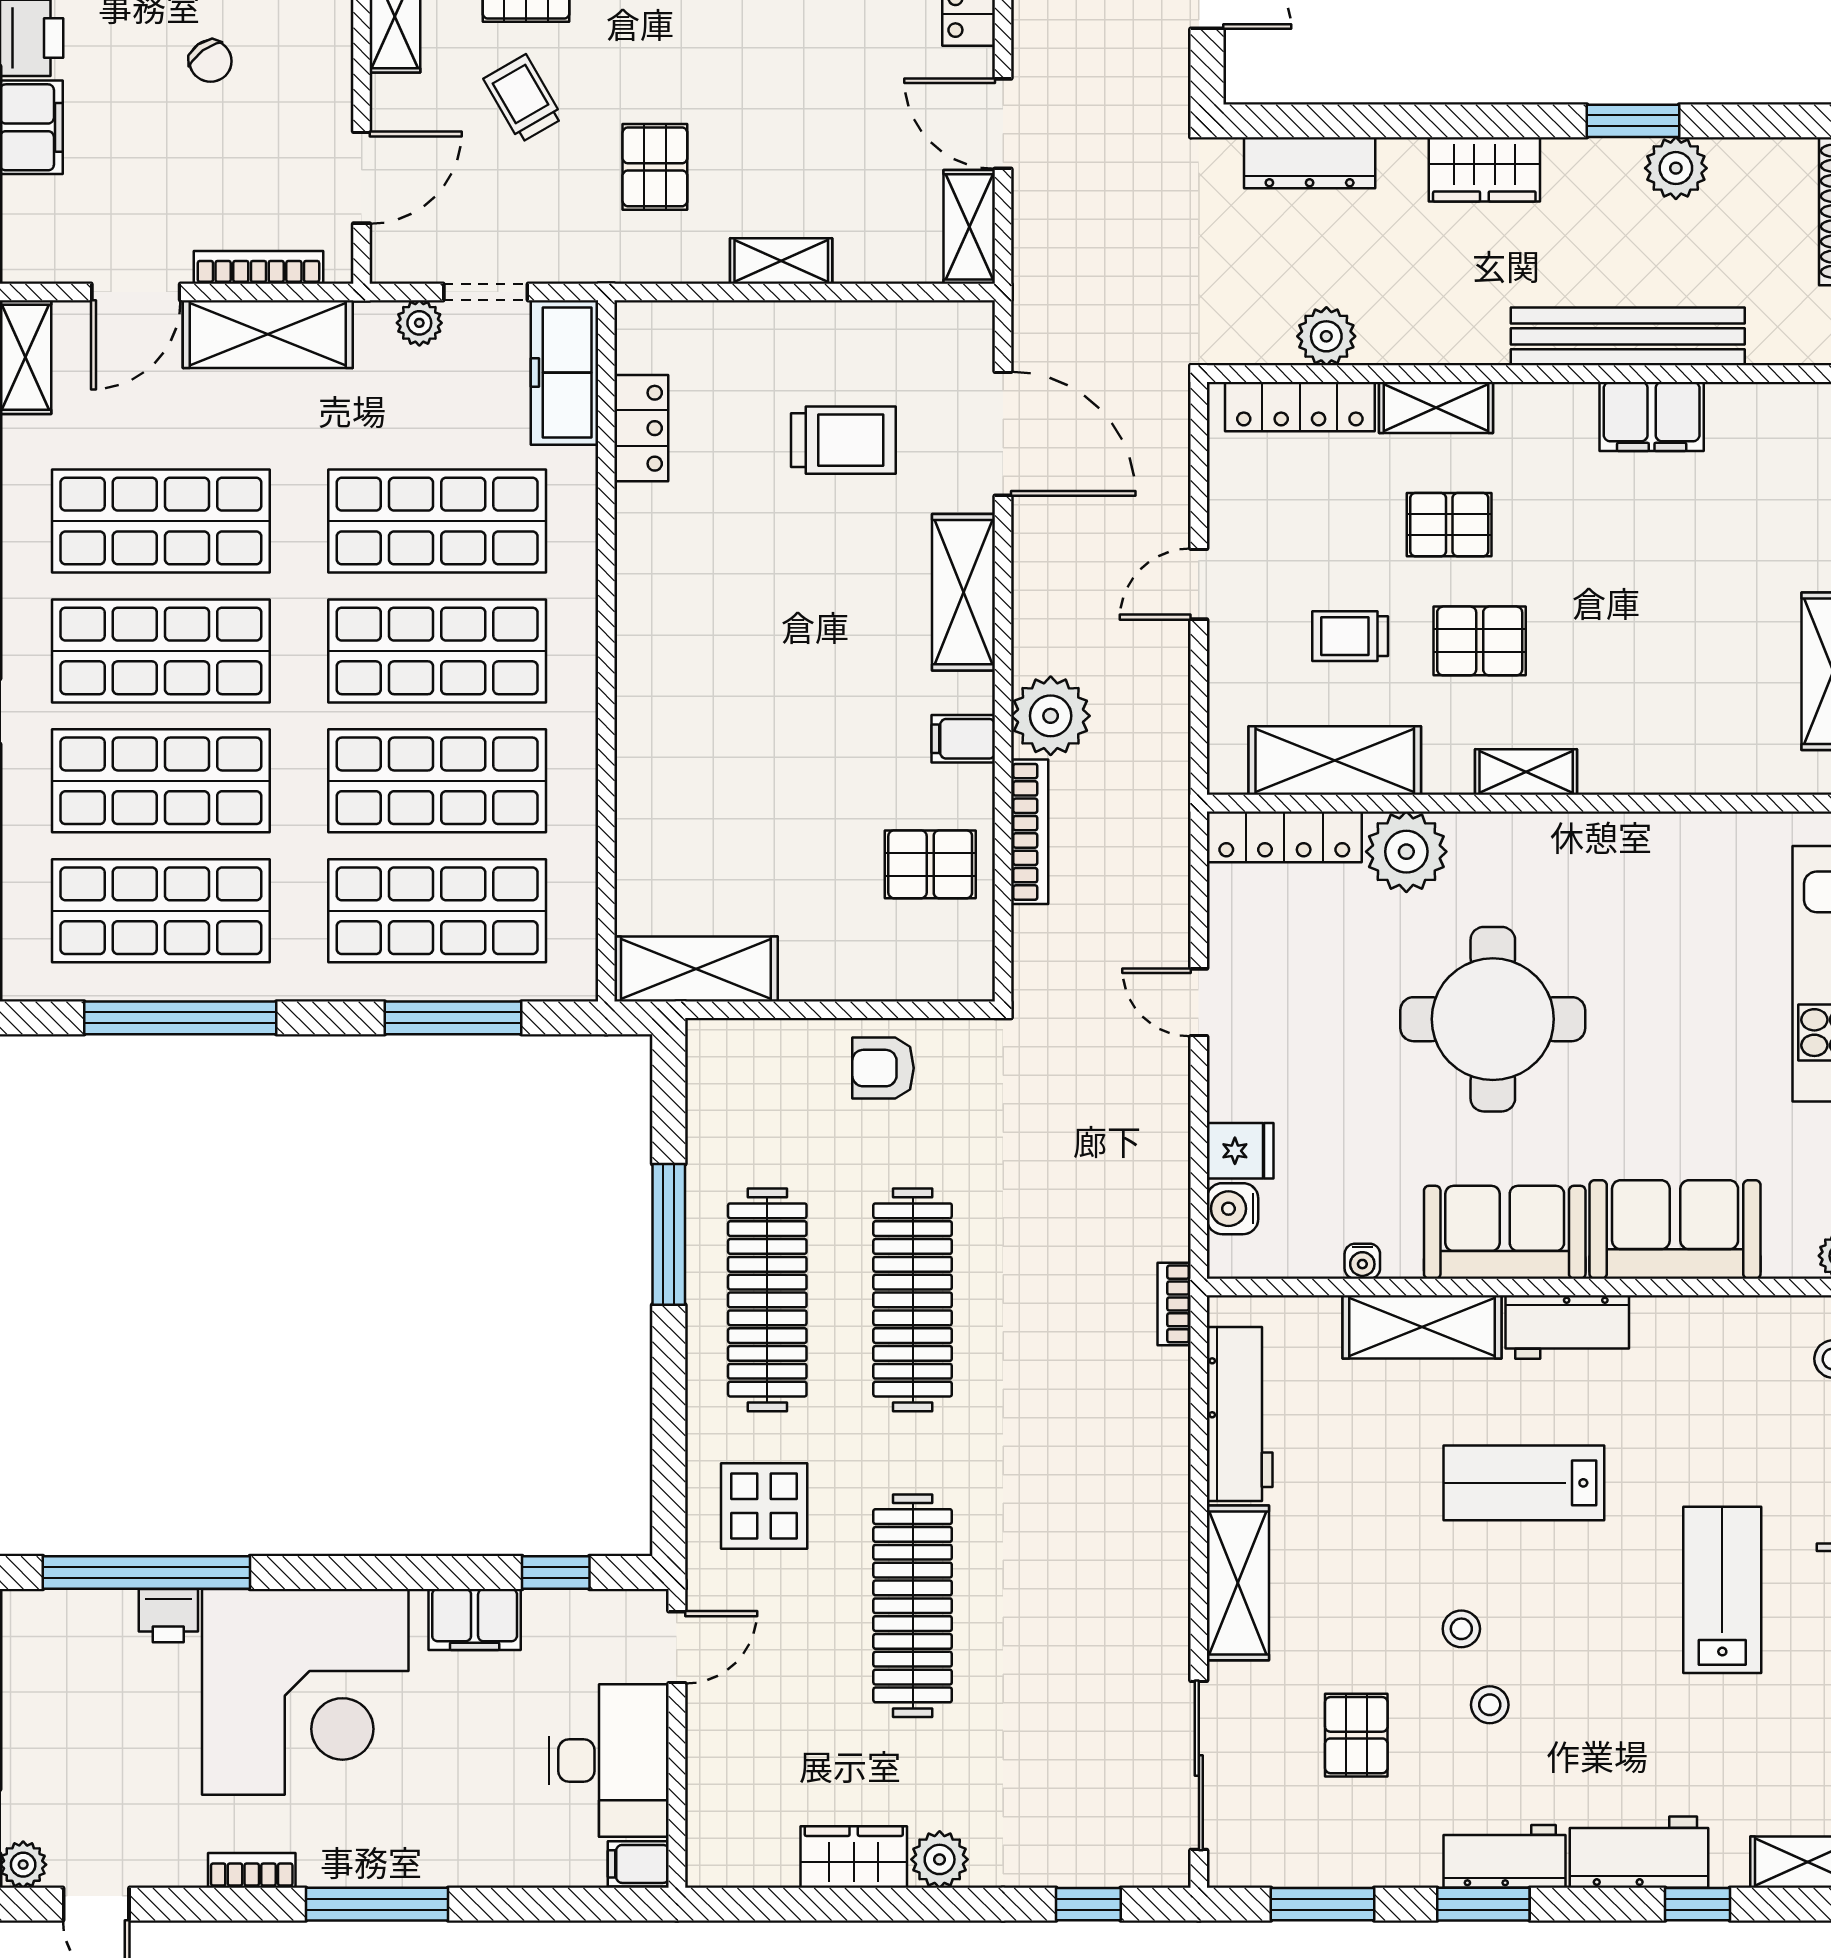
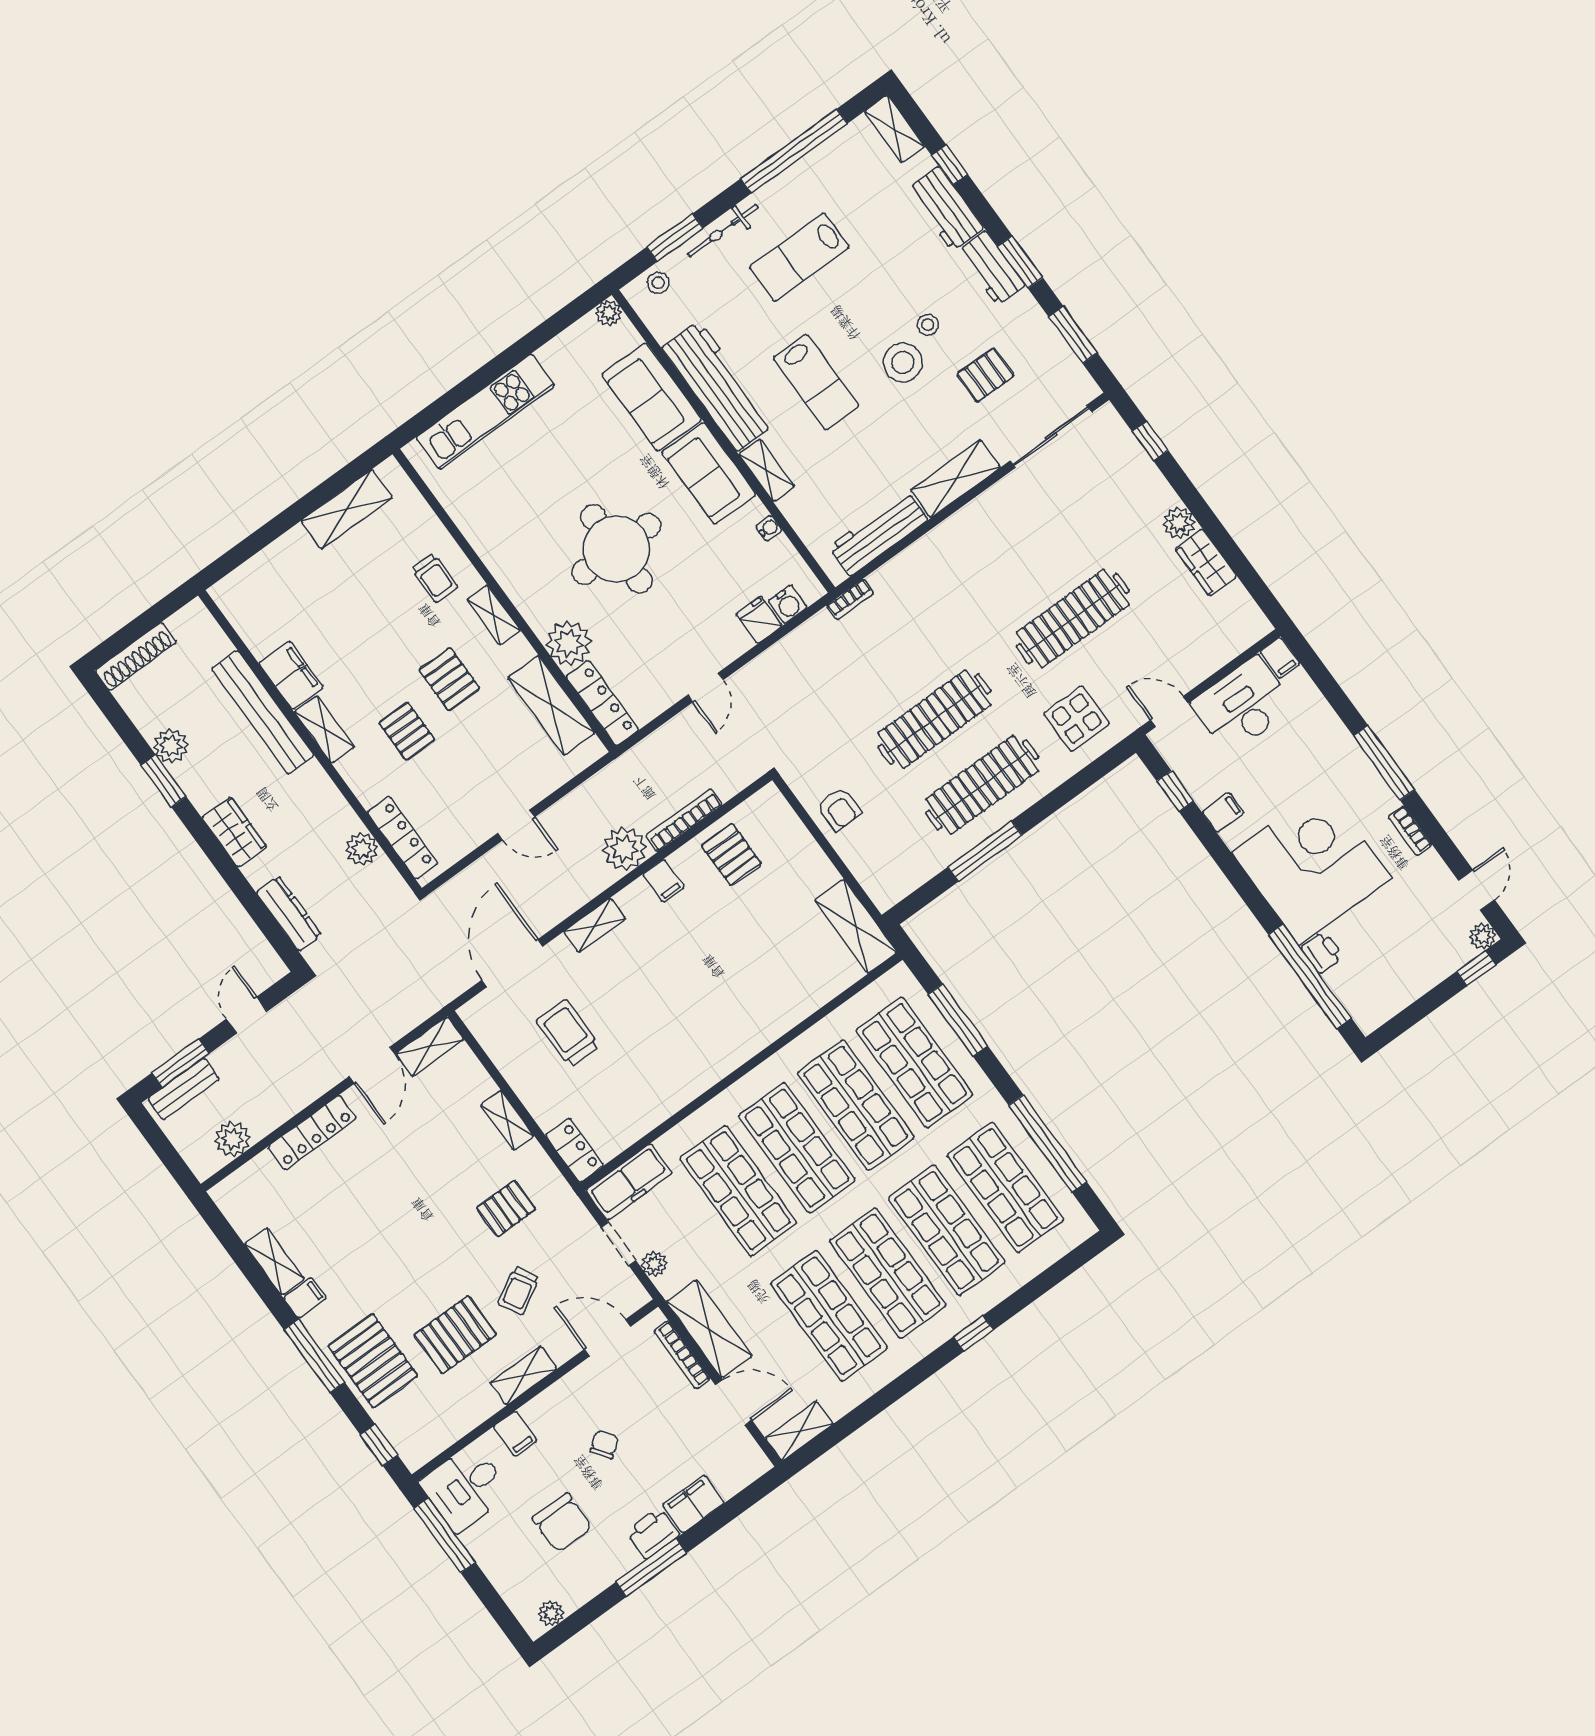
shelving: (1436, 407) -> (324, 729), moved
locker: (641, 428) -> (574, 1150), moved, turned 90
shelving: (964, 592) -> (595, 925), width x0.67, depth x0.75
trolley: (1350, 636) -> (435, 578), moved
shelving: (1422, 1327) -> (767, 470), width x0.67, depth x0.75
workbench: (1567, 1327) -> (718, 386), width x1.88, depth x1.32
filing cabinet: (475, 1619) -> (1223, 812), width x0.50
stool: (1461, 1629) -> (903, 362), width x1.89, depth x1.89

